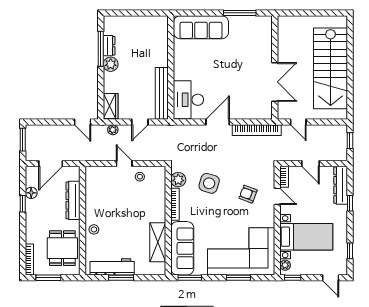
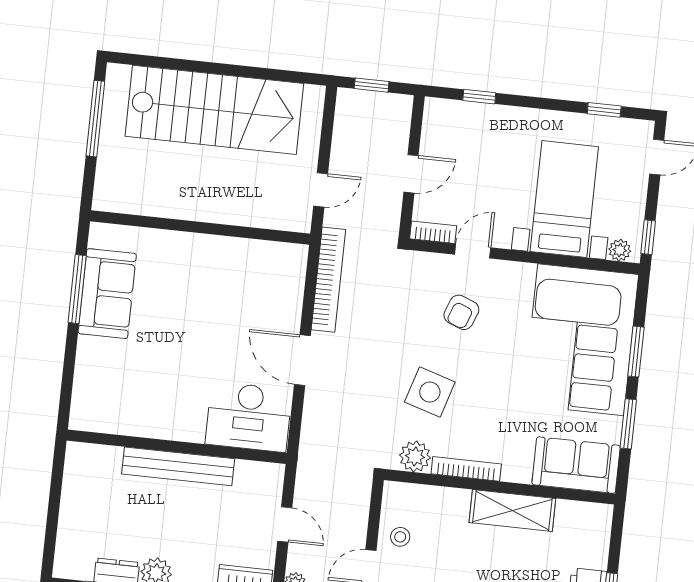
window: (320, 13) -> (95, 119), added
sofa: (201, 27) -> (107, 294), moved, width x0.73
double door: (275, 82) -> (231, 231), removed
bench: (162, 93) -> (178, 466), moved
dresser: (341, 185) -> (463, 115), removed
window: (350, 203) -> (479, 97), moved
shelving: (158, 242) -> (512, 511), moved
sofa: (182, 248) -> (576, 465), width x0.73
window: (190, 278) -> (628, 424), moved

